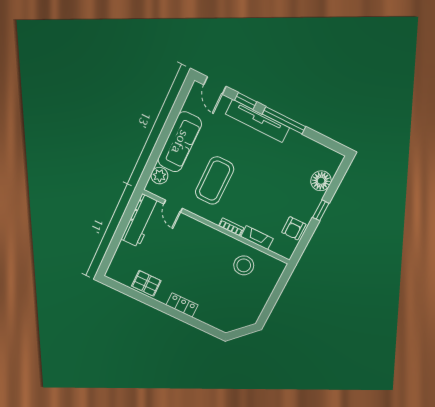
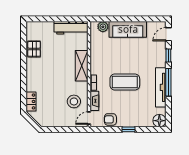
tv unit: (257, 121) -> (161, 87), moved
coffee table: (215, 181) -> (125, 82), moved
floor lamp: (321, 181) -> (159, 121), moved
door: (173, 206) -> (89, 118), moved
shelving: (200, 232) -> (82, 66), added
locker: (182, 305) -> (31, 101), moved

